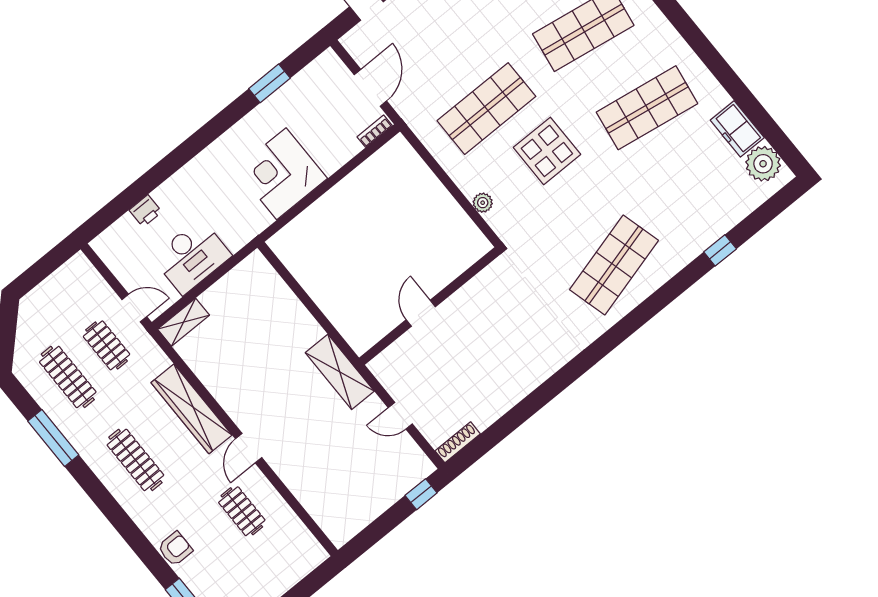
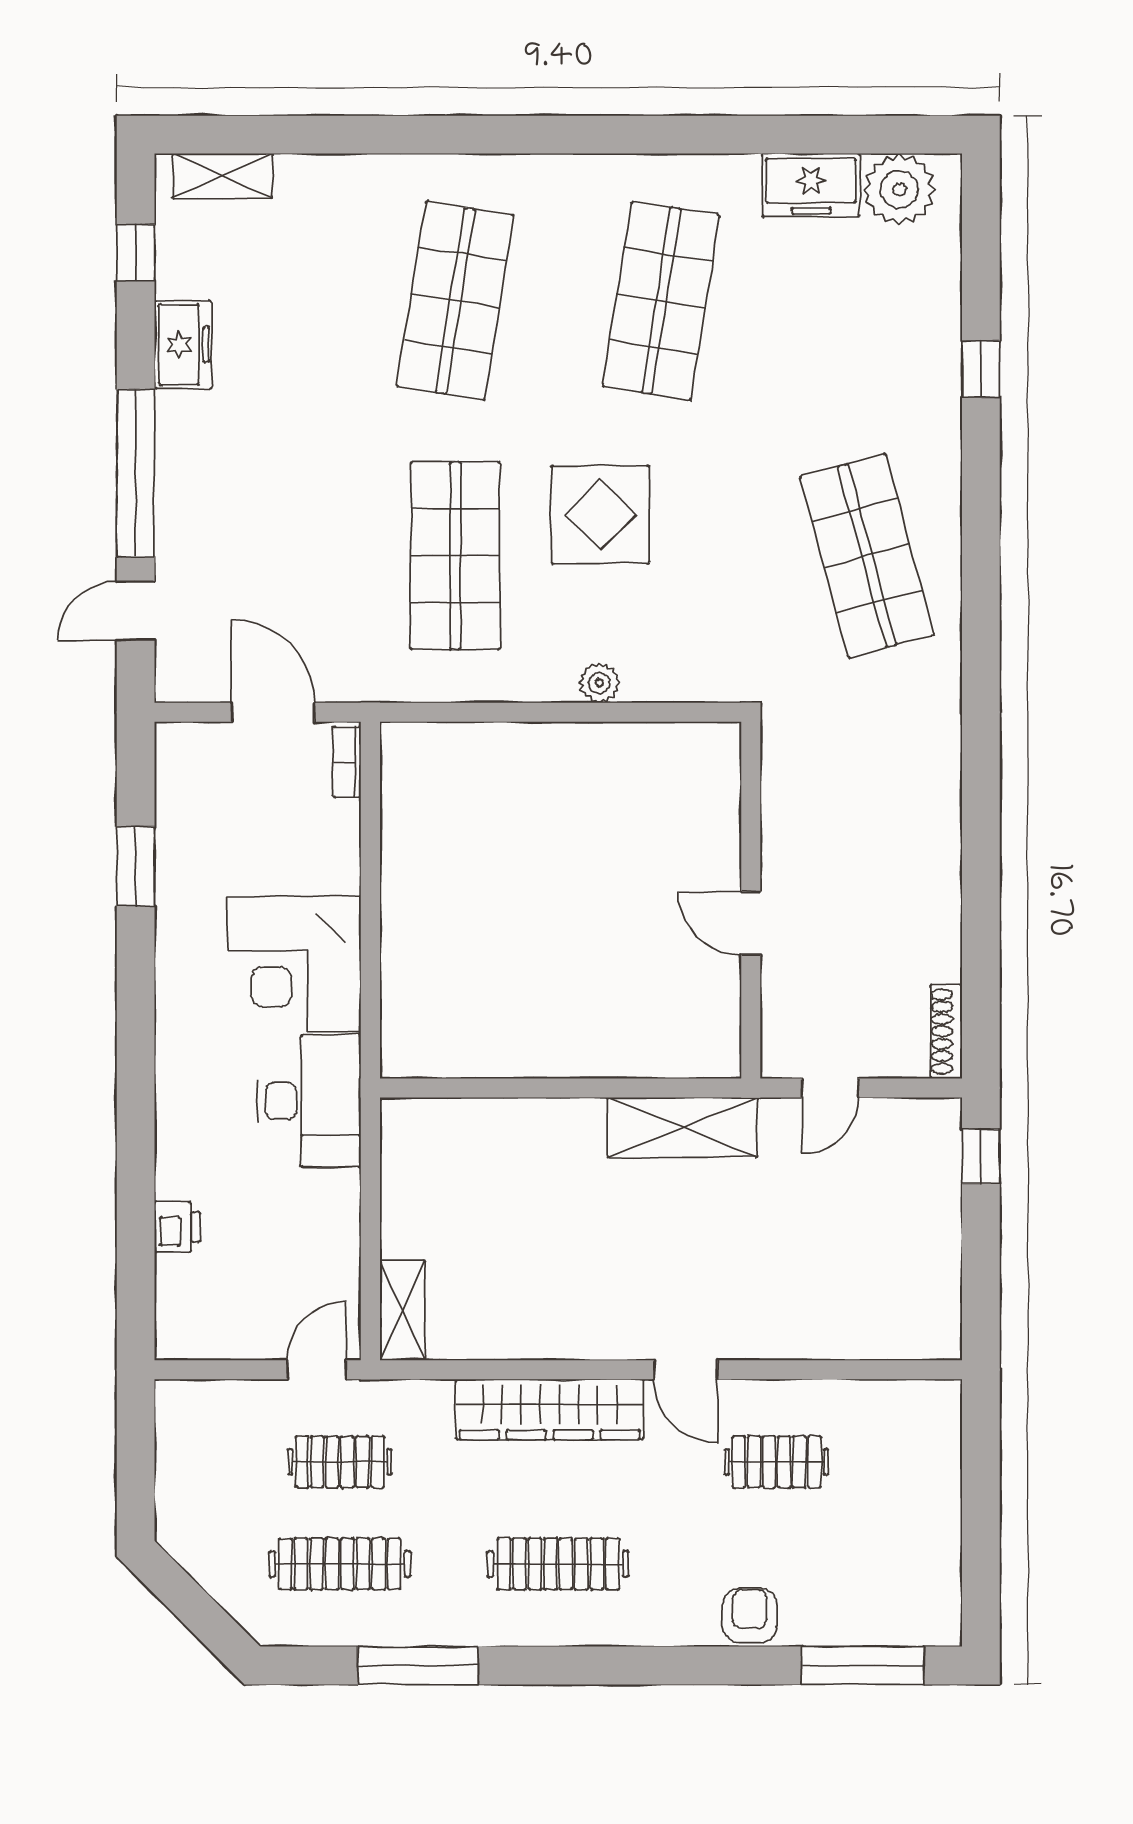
desk: (192, 256) -> (309, 1101), moved
wall: (430, 306) -> (751, 900), moved
door: (421, 313) -> (751, 923), moved

